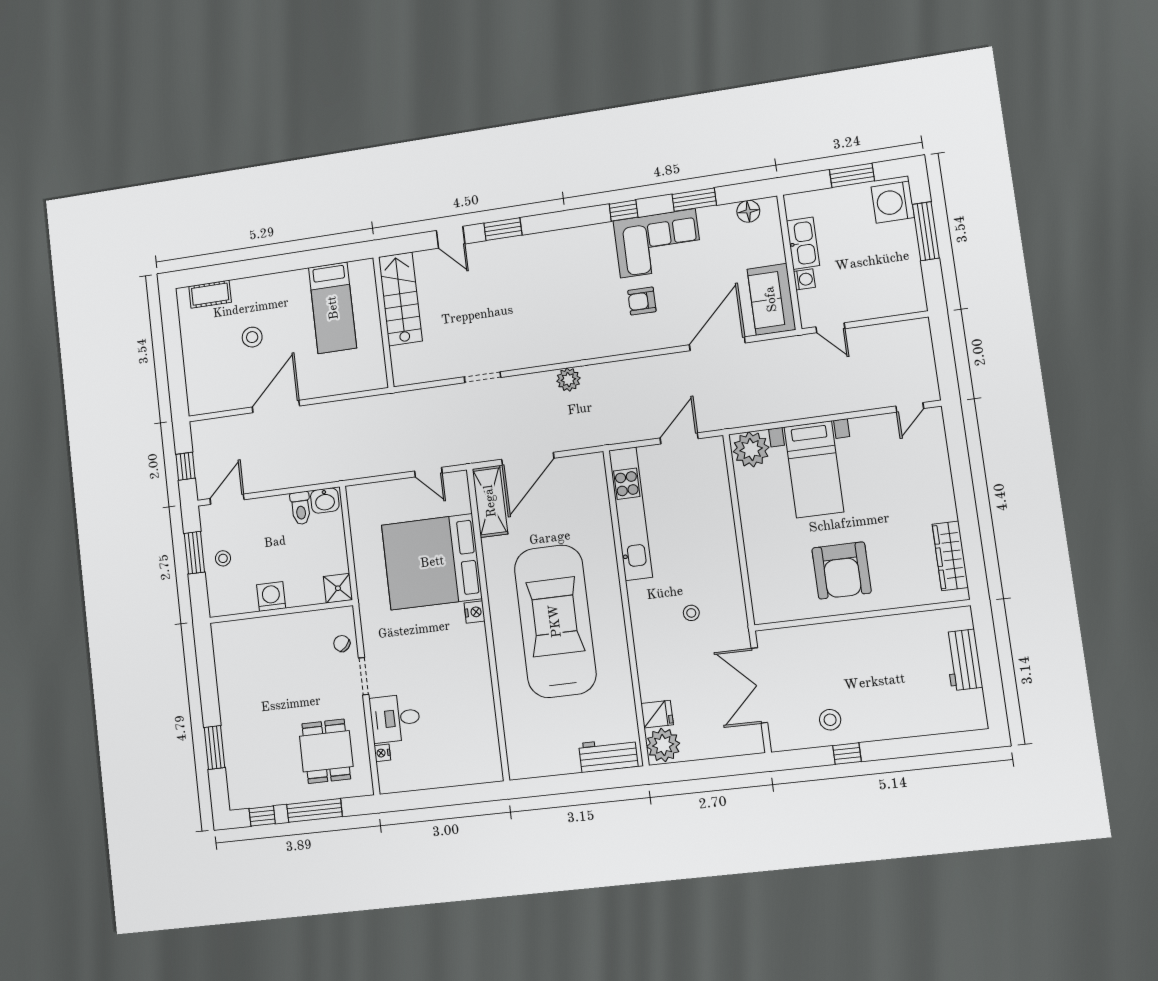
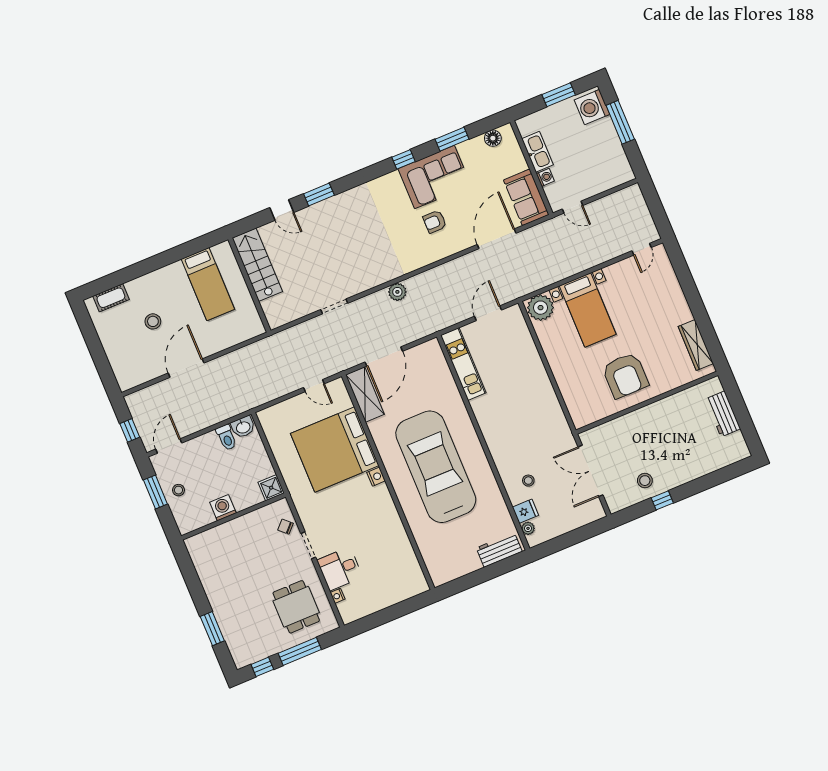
kitchen unit: (631, 514) -> (463, 364), width x0.73
stool: (691, 613) -> (528, 481), moved
plant: (663, 745) -> (528, 528), width x0.53, depth x0.53

